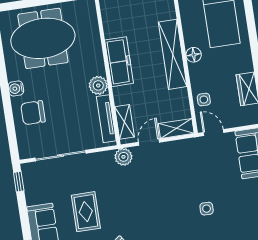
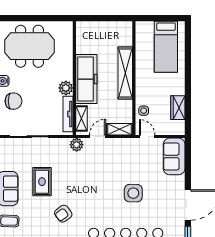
floor lamp: (194, 55) -> (141, 76), removed
freezer: (119, 62) -> (86, 79), width x1.36, depth x1.26
chair: (33, 113) -> (13, 101), turned 180
side table: (207, 209) -> (133, 193), width x1.87, depth x1.87

